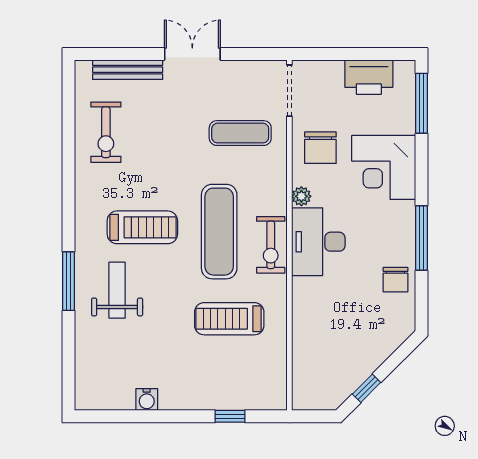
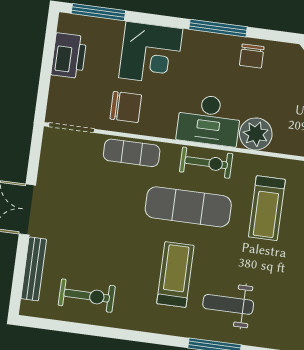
exercise mat: (240, 133) -> (132, 153), moved, turned 90
plant: (301, 196) -> (256, 134), moved, width x1.88, depth x1.88
chair: (395, 280) -> (252, 56), turned 90

